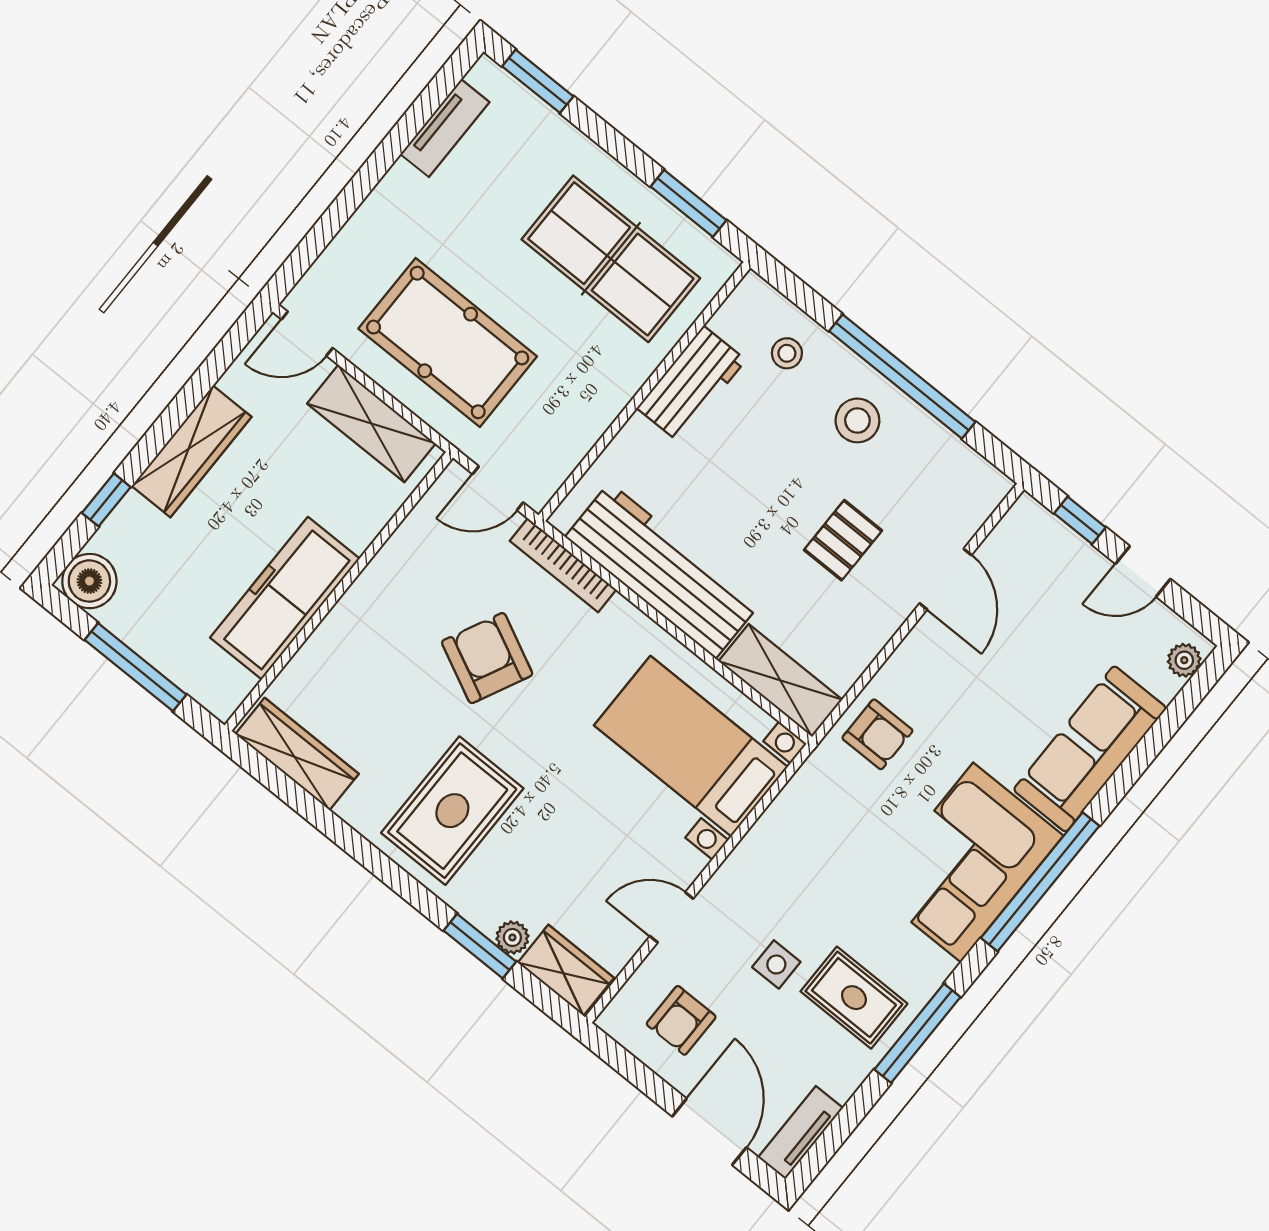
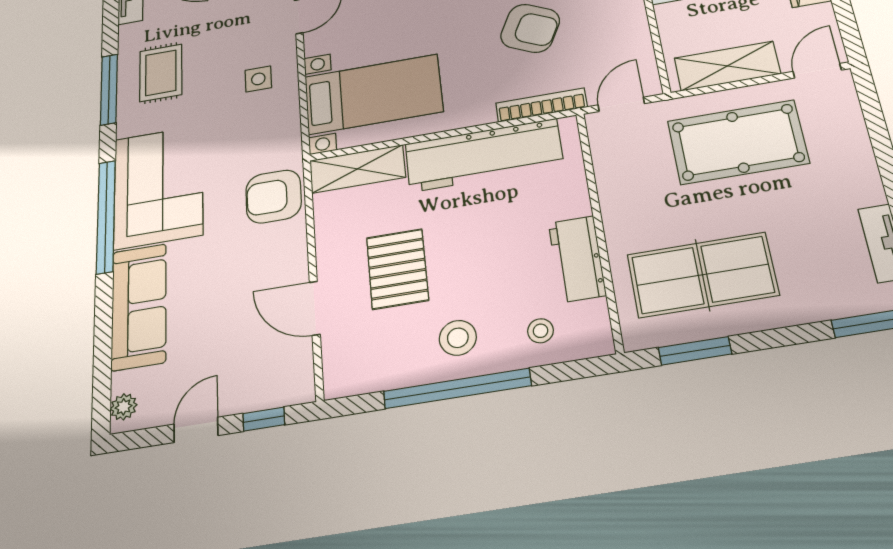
pallet: (843, 540) -> (397, 269), width x1.50, depth x1.42
armchair: (877, 734) -> (274, 196), width x1.38, depth x1.38
side table: (776, 964) -> (258, 79), moved
rug: (854, 998) -> (161, 73), turned 90

